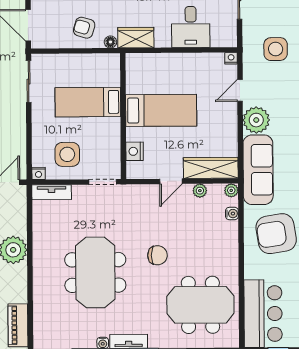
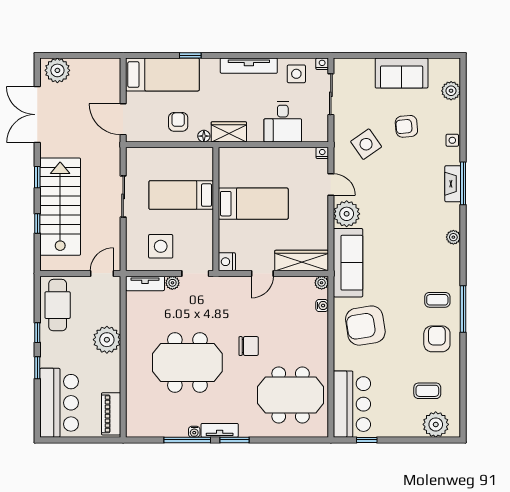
armchair: (84, 28) -> (178, 122), turned 74
side table: (276, 49) -> (366, 144), turned -35
sliding door: (29, 82) -> (123, 196), moved
door: (240, 90) -> (331, 185), swing flipped
nightstand: (135, 151) -> (227, 262), moved
nightstand: (39, 173) -> (132, 265), removed
plant: (200, 191) -> (172, 283), moved
meeting table: (95, 272) -> (187, 362), turned 90

